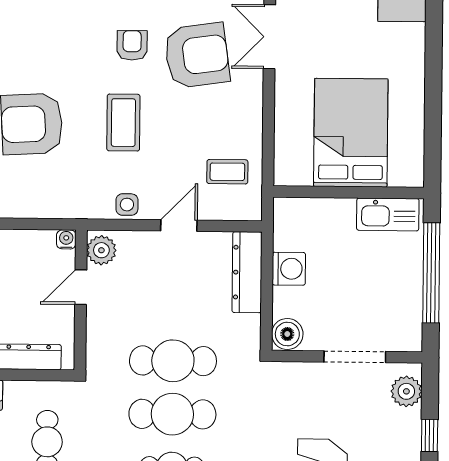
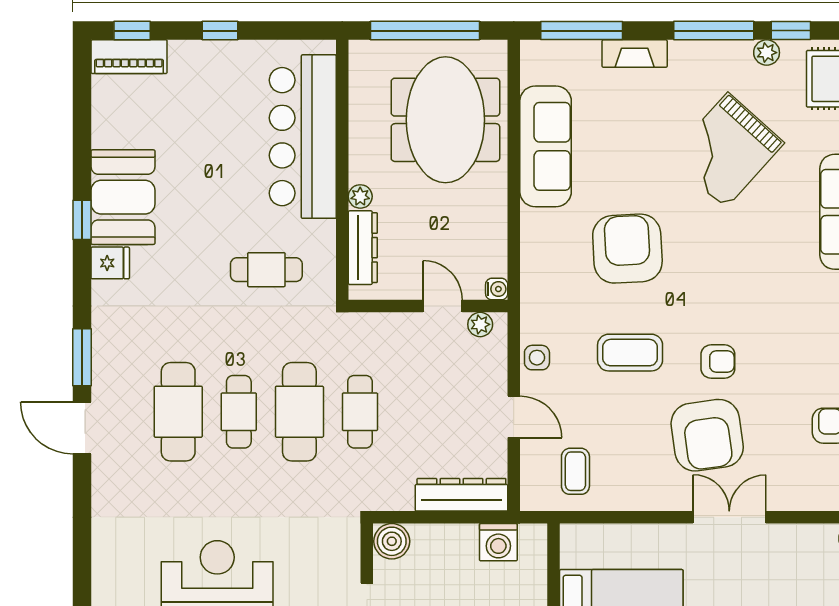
plant: (101, 250) -> (480, 324), width x0.73, depth x0.73
washing machine: (289, 269) -> (498, 542), moved
cafe table: (173, 361) -> (360, 412), width x0.73, depth x0.74

